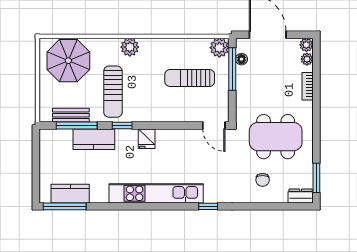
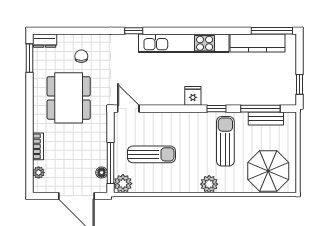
plant: (306, 45) -> (39, 186), removed
dining table: (276, 137) -> (69, 98), turned 90
kitchen counter: (94, 139) -> (244, 95), removed
window: (36, 151) -> (300, 84), added
kitchen counter: (70, 194) -> (258, 43), width x1.50

